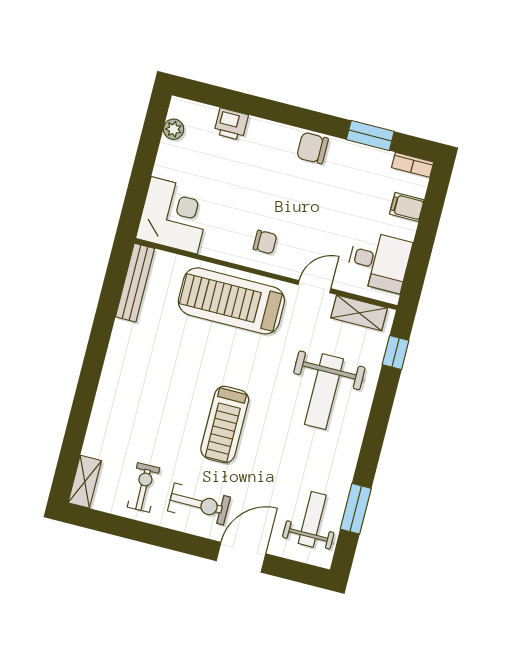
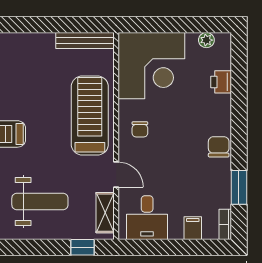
corner desk: (174, 215) -> (151, 66), width x1.36, depth x1.36
weight bench: (324, 392) -> (40, 201), turned 180

